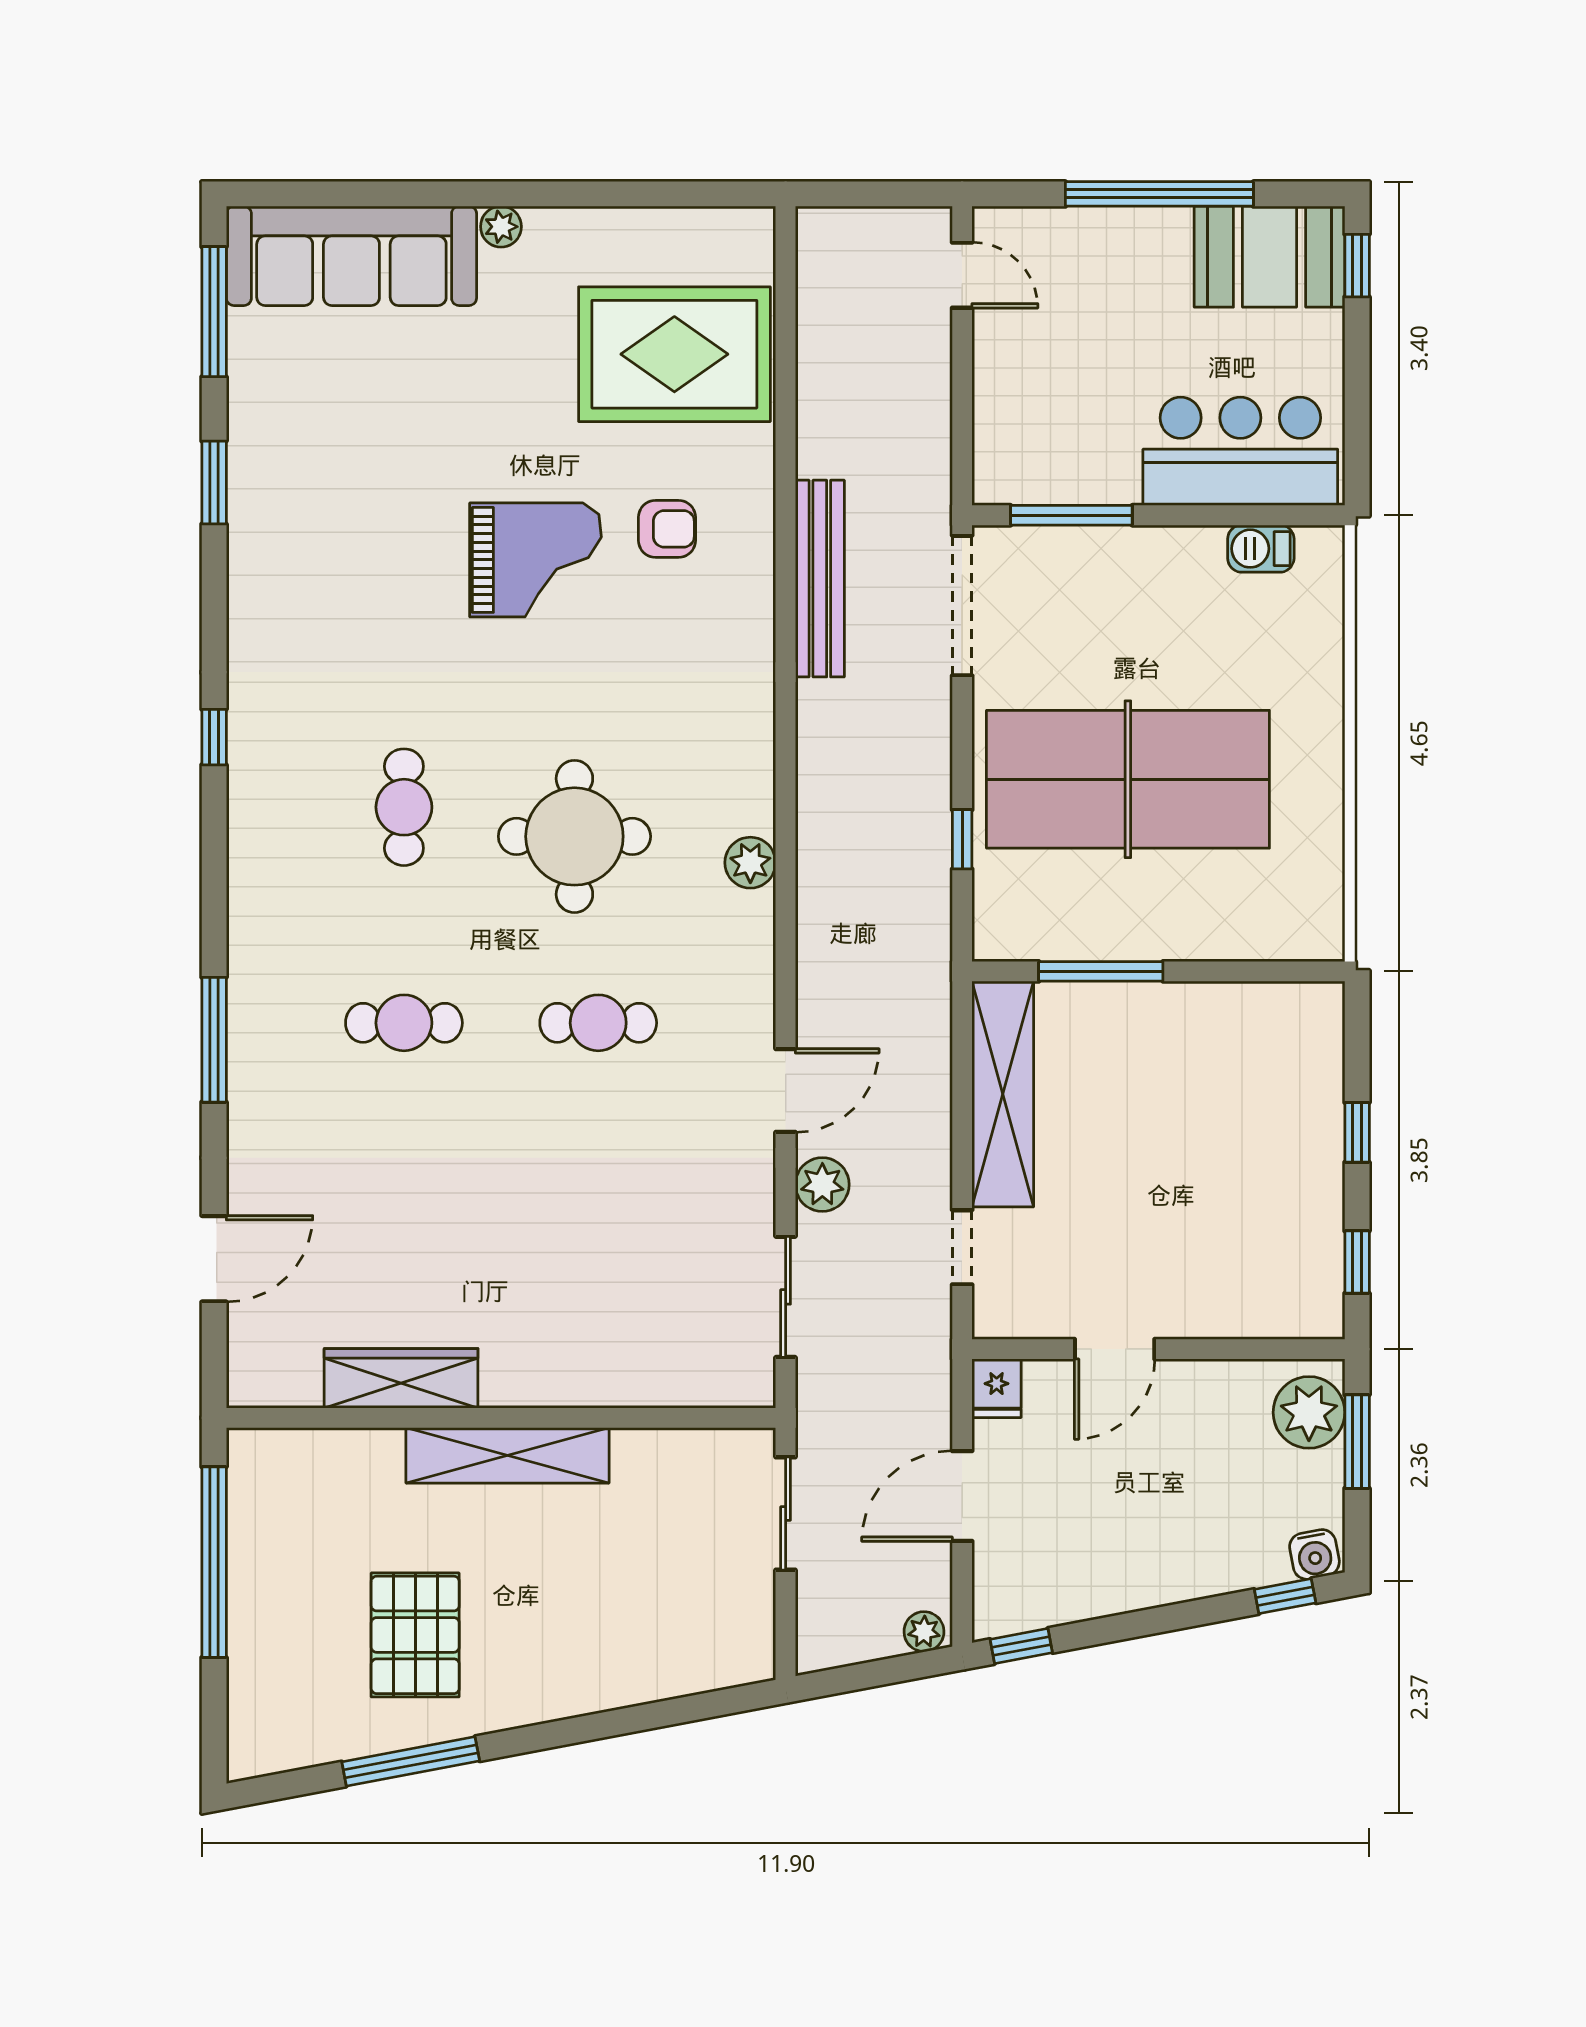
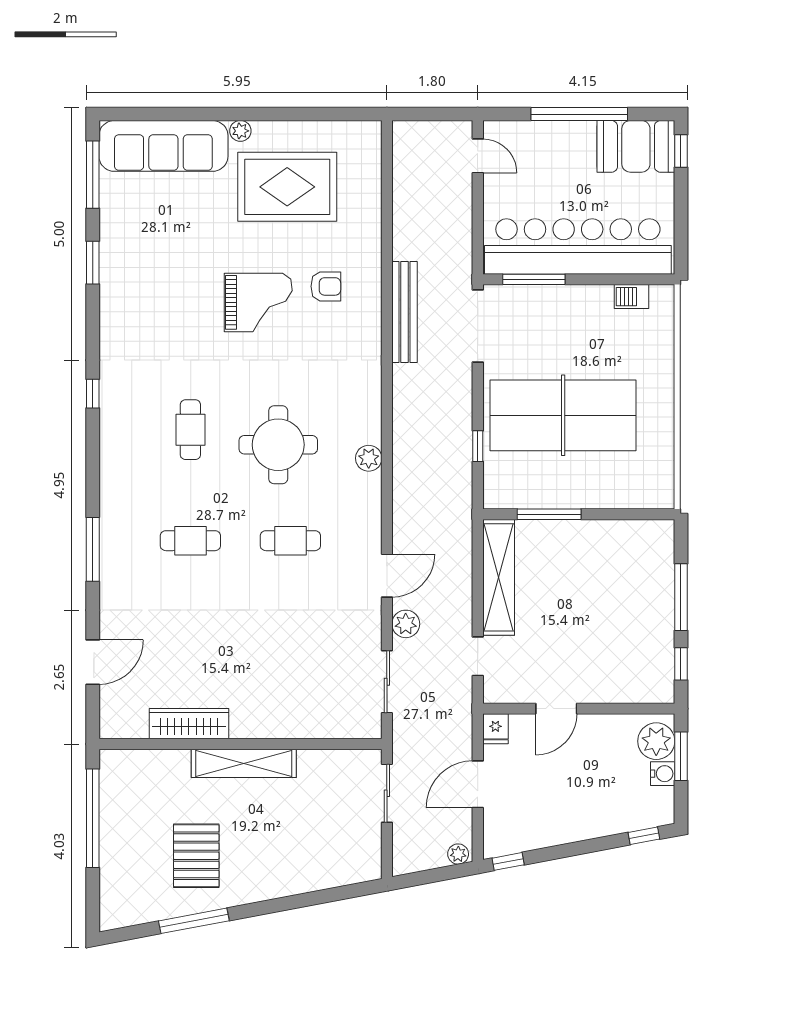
rug: (674, 354) -> (287, 187), moved
bar counter: (1240, 451) -> (578, 247), width x1.86
window: (1357, 1132) -> (681, 597), width x2.17
water cooler: (1314, 1554) -> (663, 774), moved, turned -79

